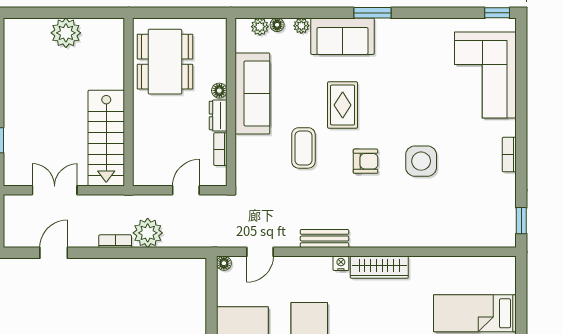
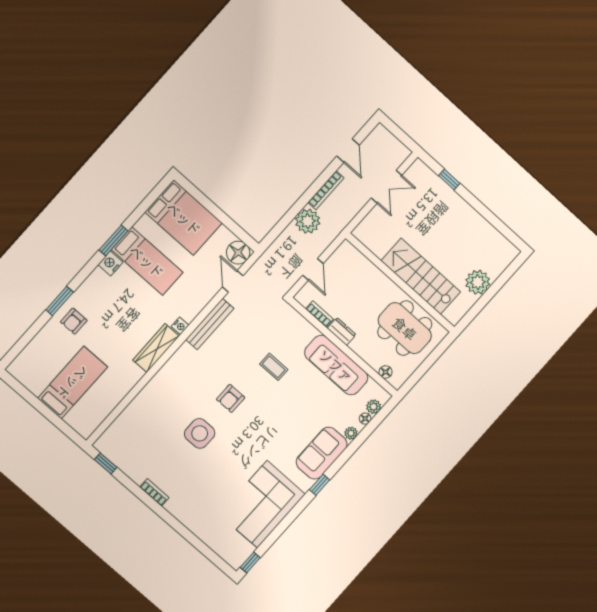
window: (373, 13) -> (320, 485), width x0.67
corner sofa: (485, 75) -> (262, 504), moved, turned -90
floor lamp: (219, 91) -> (386, 372), moved
rug: (343, 105) -> (279, 415), removed
stairs: (106, 138) -> (421, 276), moved
coffee table: (303, 148) -> (274, 367), width x0.73, depth x0.77
bench: (324, 238) -> (210, 324), width x1.36
bookcase: (115, 241) -> (326, 190), width x1.56
floor lamp: (224, 263) -> (238, 253), width x1.89, depth x1.89

